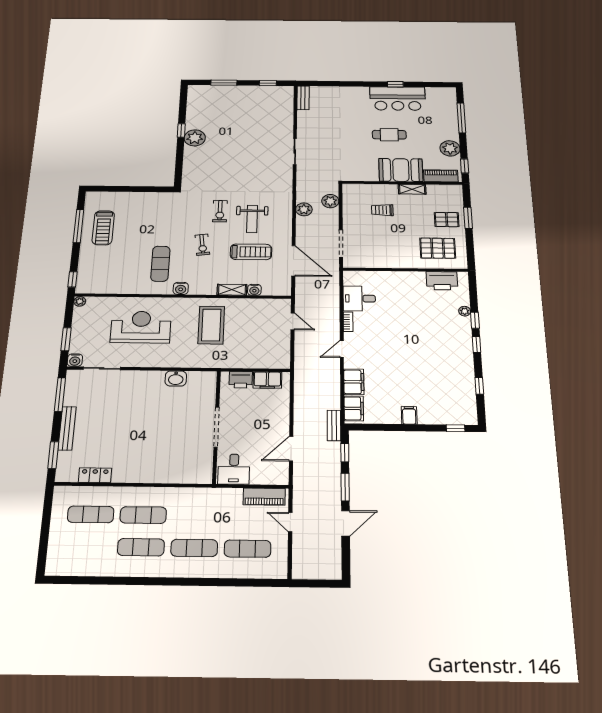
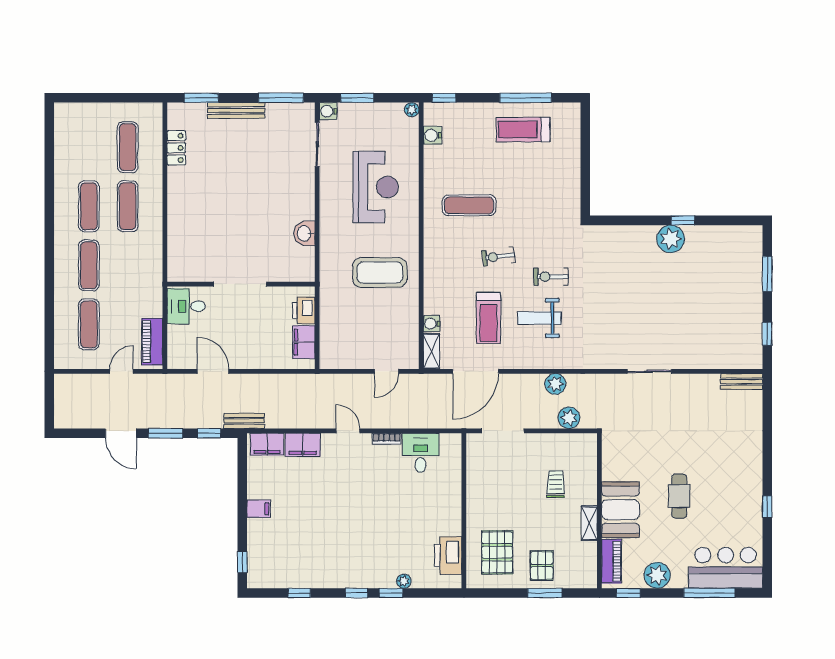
bar counter: (398, 99) -> (726, 568), moved, turned 90
water cooler: (181, 288) -> (432, 135), moved
shelving: (232, 290) -> (431, 351), moved

